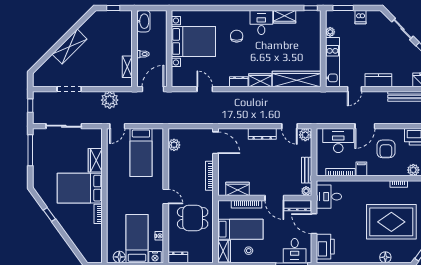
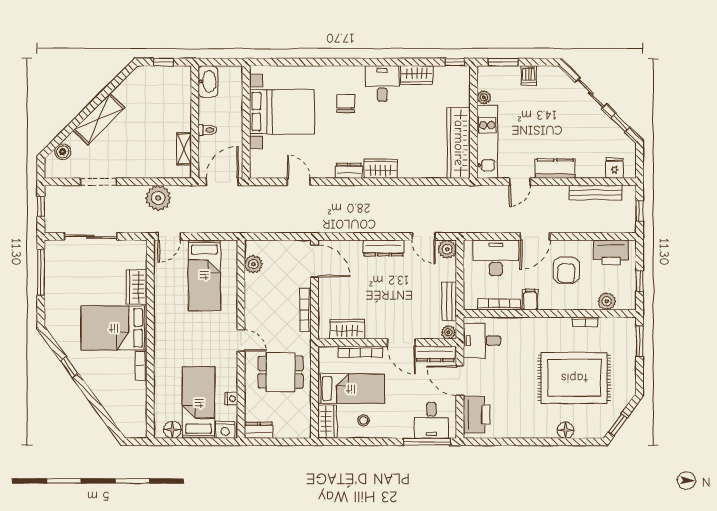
boiler: (45, 69) -> (63, 152), added
wardrobe: (296, 79) -> (459, 143), moved, turned -90

